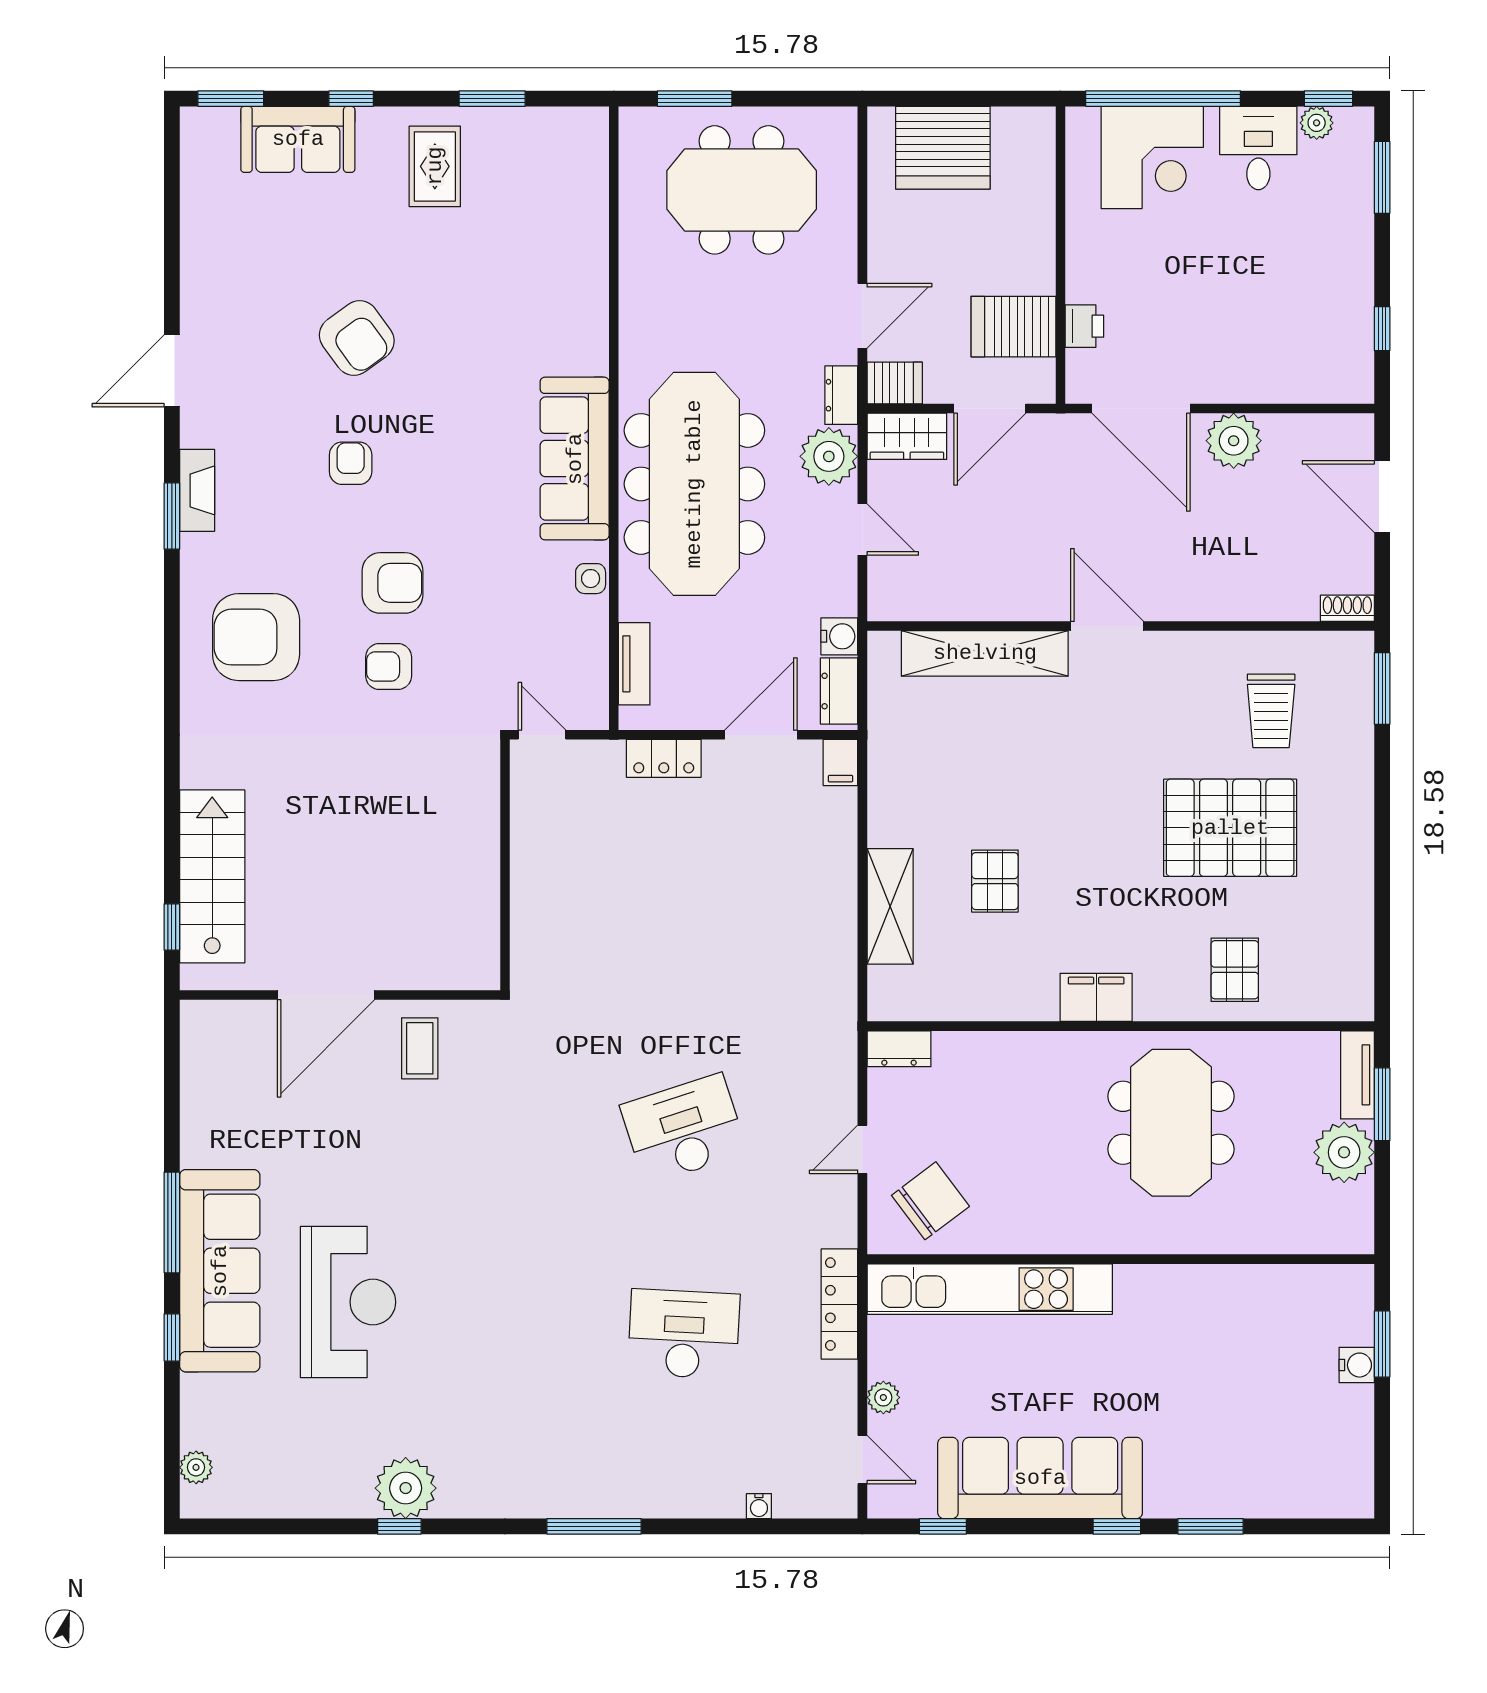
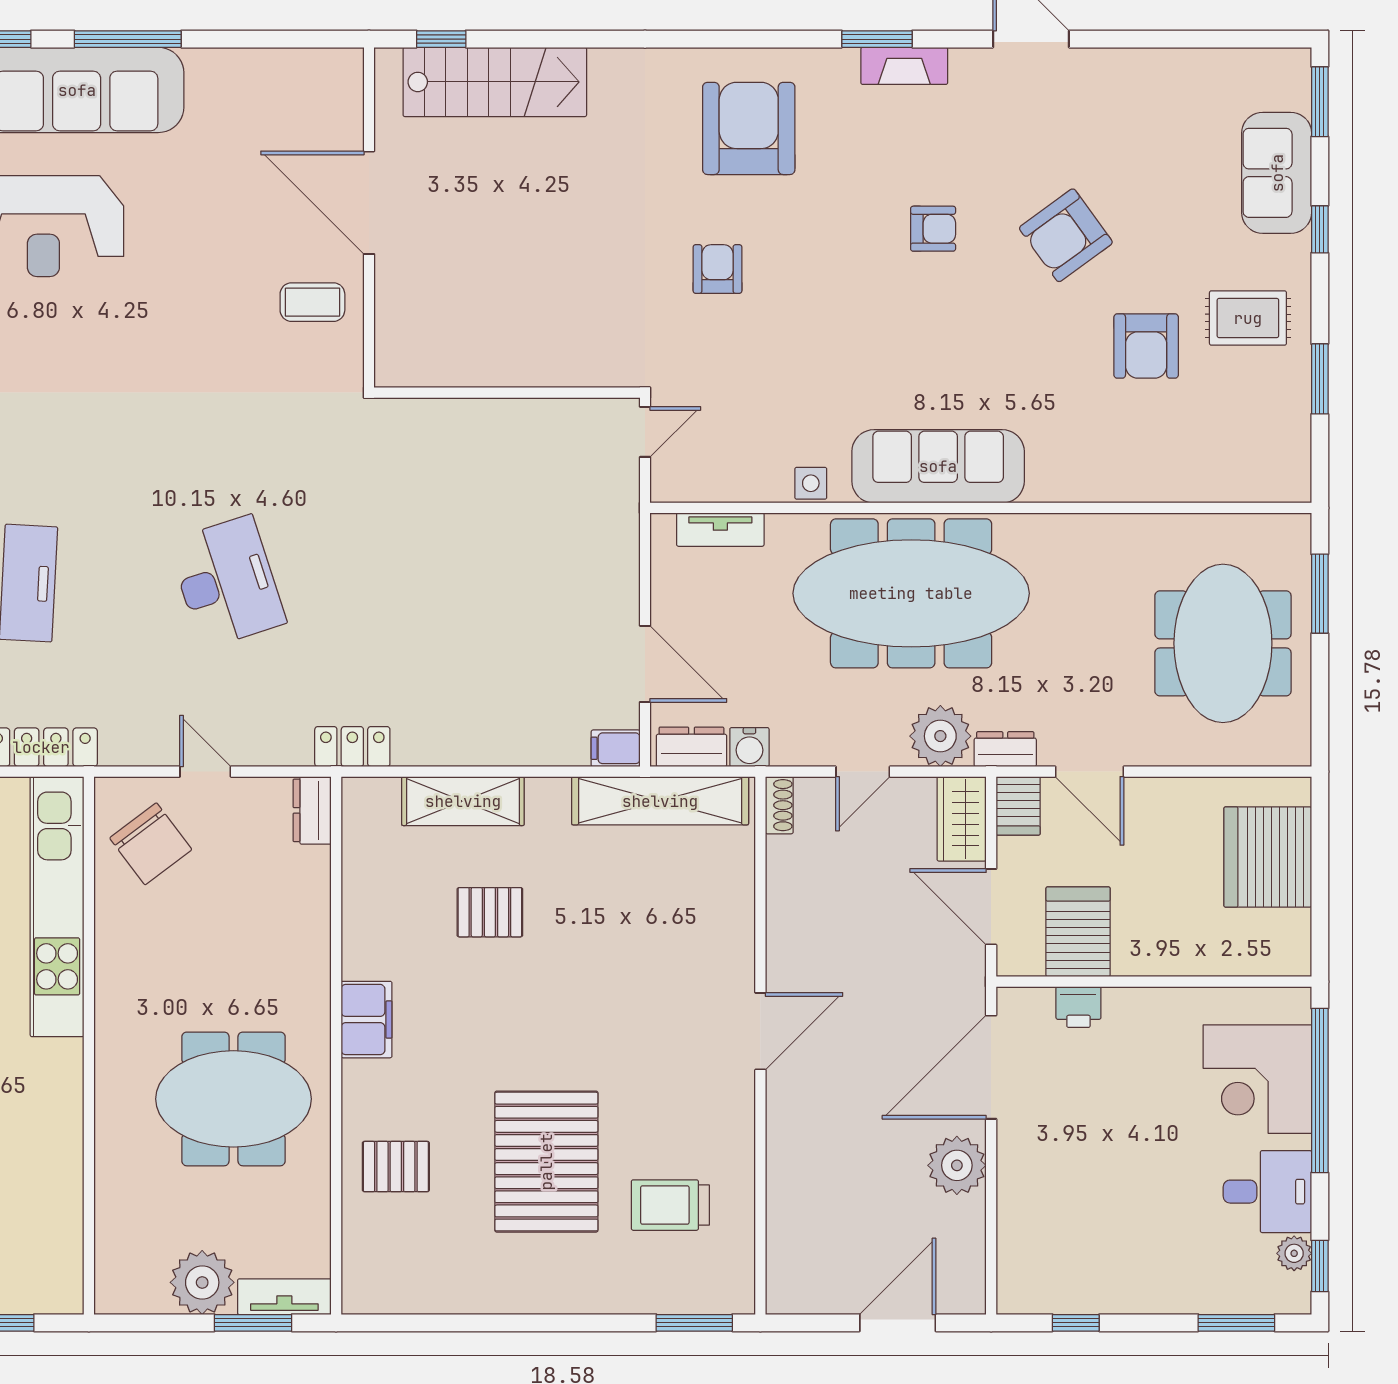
armchair: (393, 583) -> (1146, 346), moved
shoe rack: (1347, 608) -> (779, 805), moved
shelving: (985, 653) -> (660, 801), moved, turned 90
locker: (664, 758) -> (352, 747), moved, turned 90

